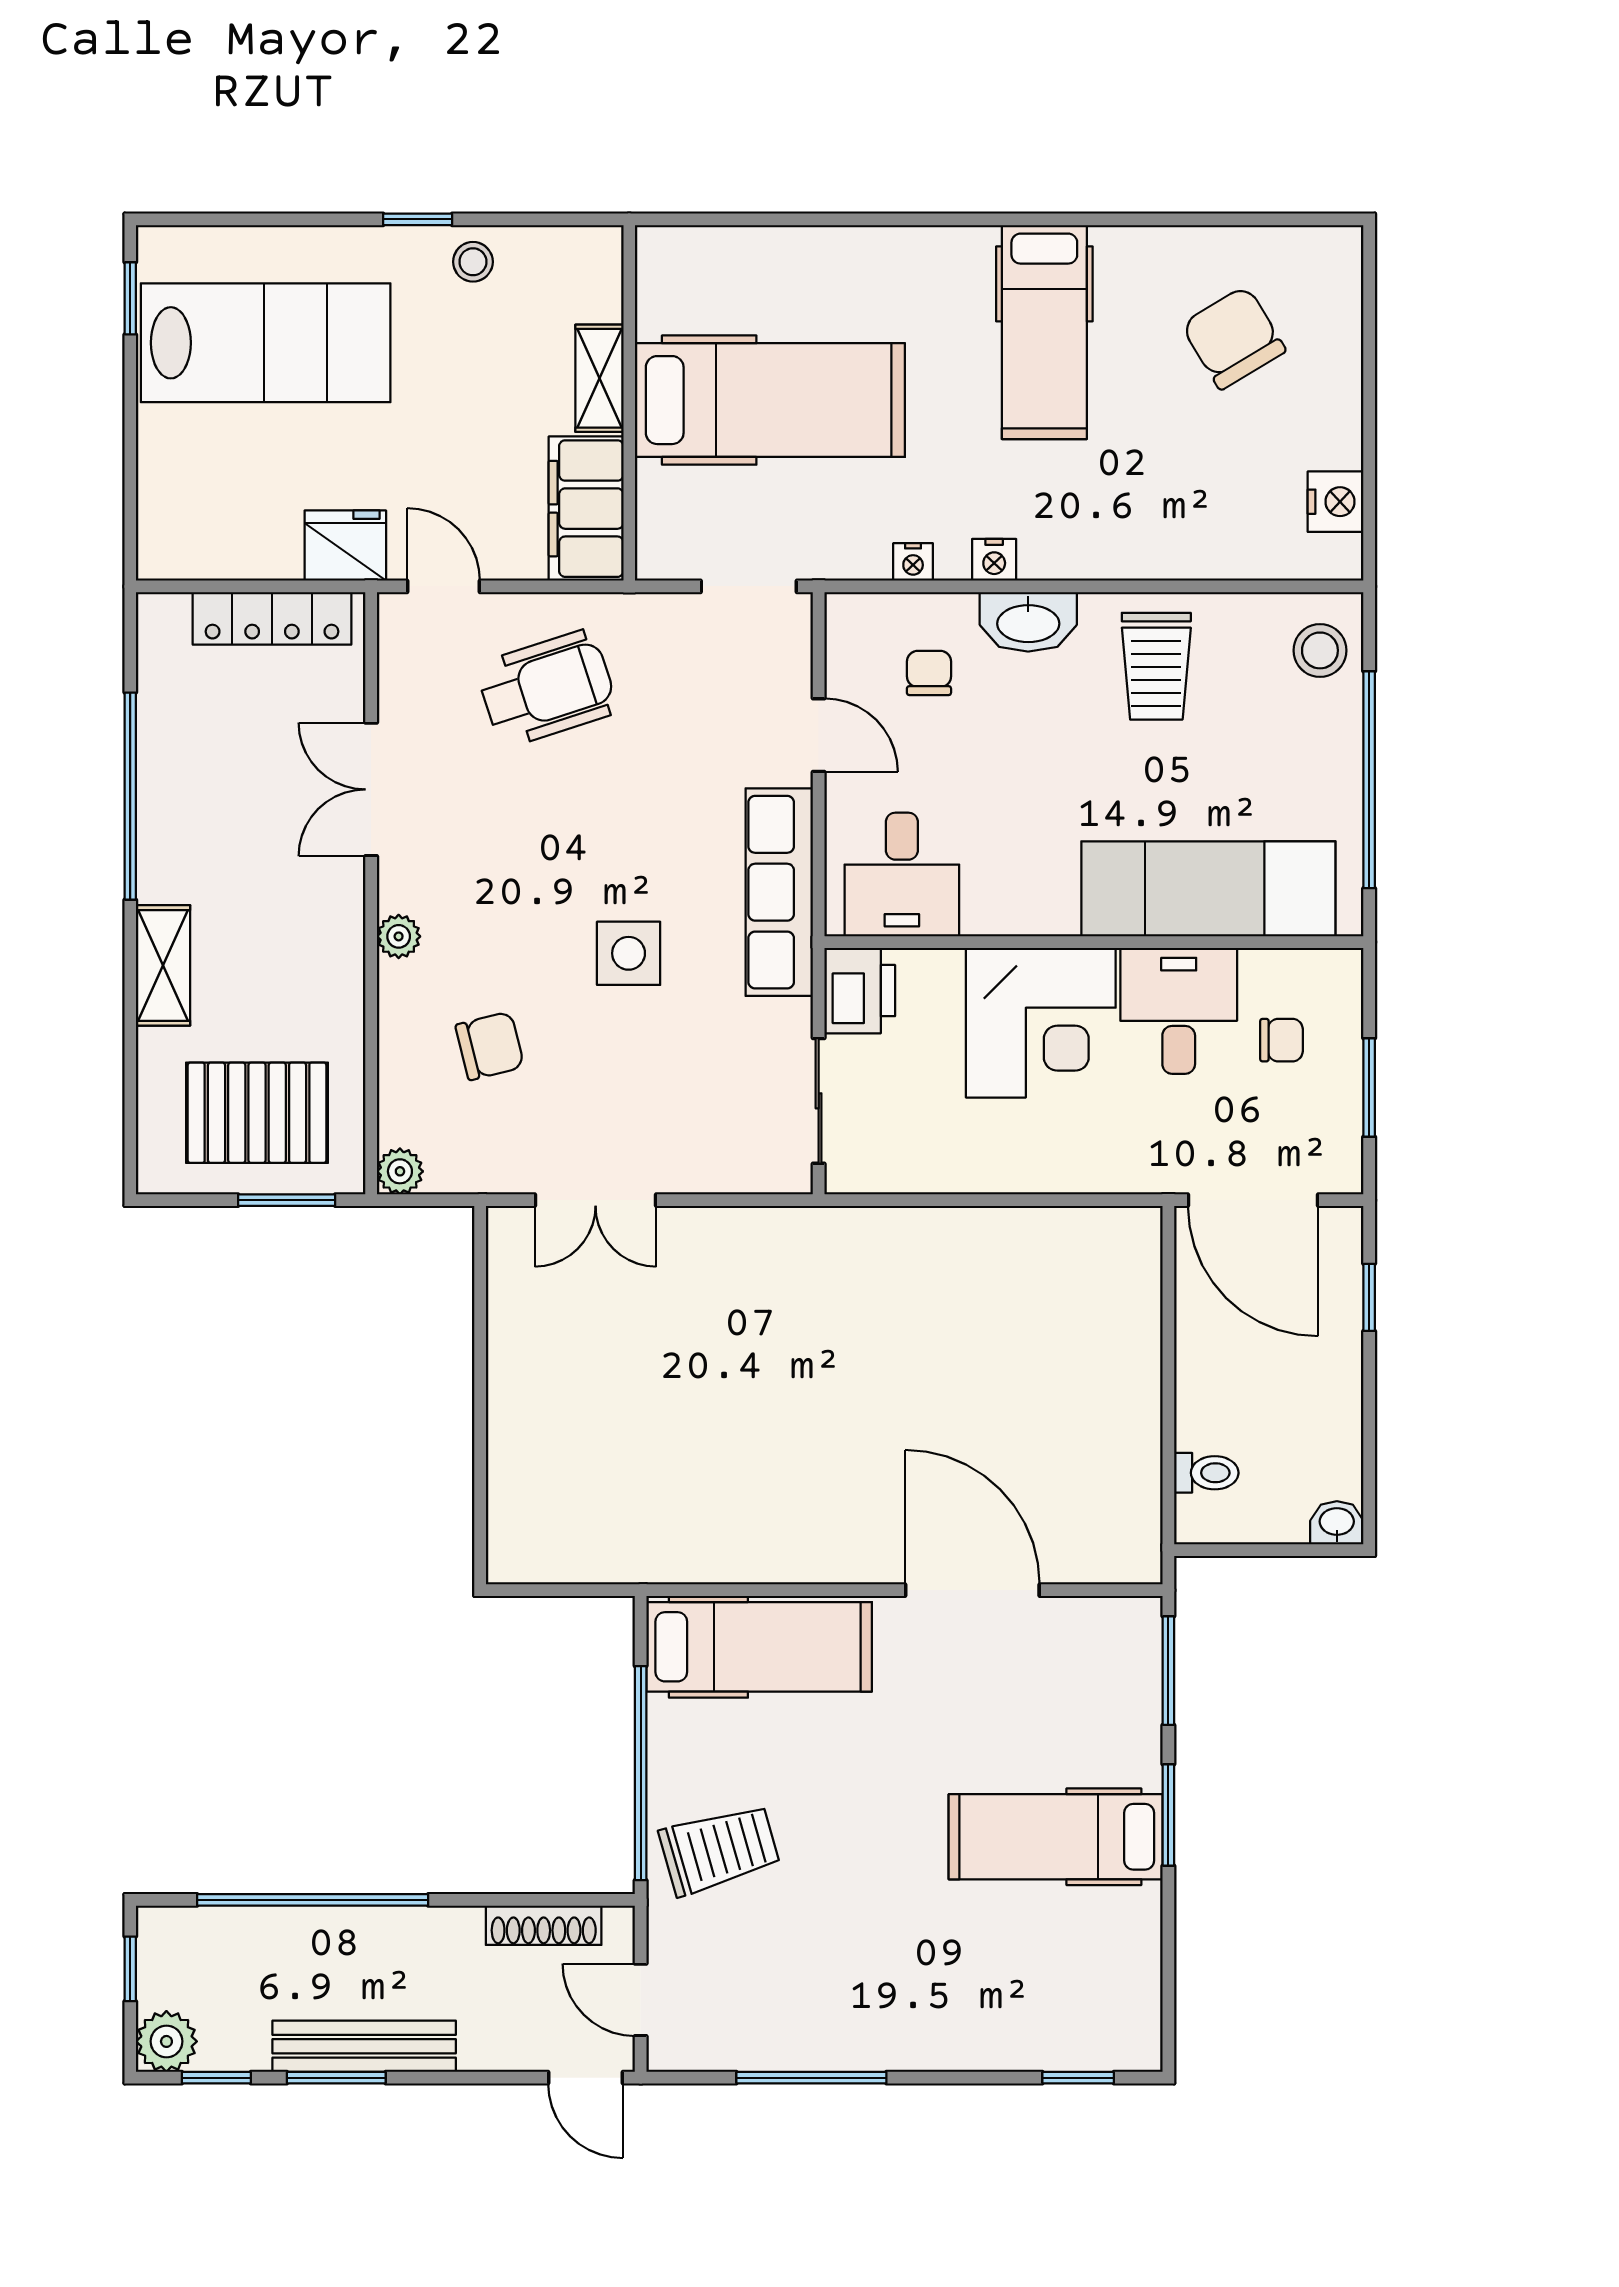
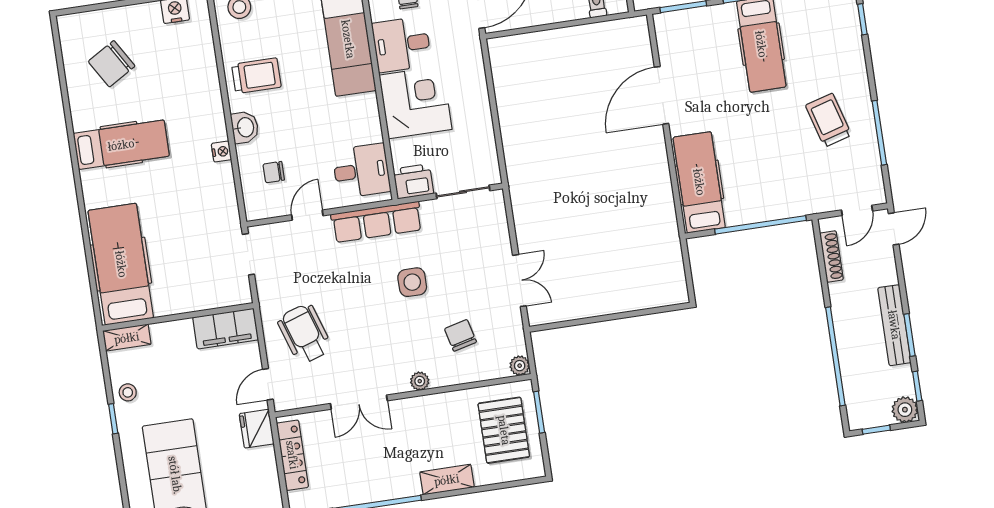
shelving: (599, 378) -> (127, 338), moved
hospital bed: (770, 400) -> (121, 264), moved
nightstand: (913, 562) -> (228, 186), removed
washbasin: (1028, 622) -> (245, 127), width x0.72
trolley: (719, 1849) -> (829, 120), moved

